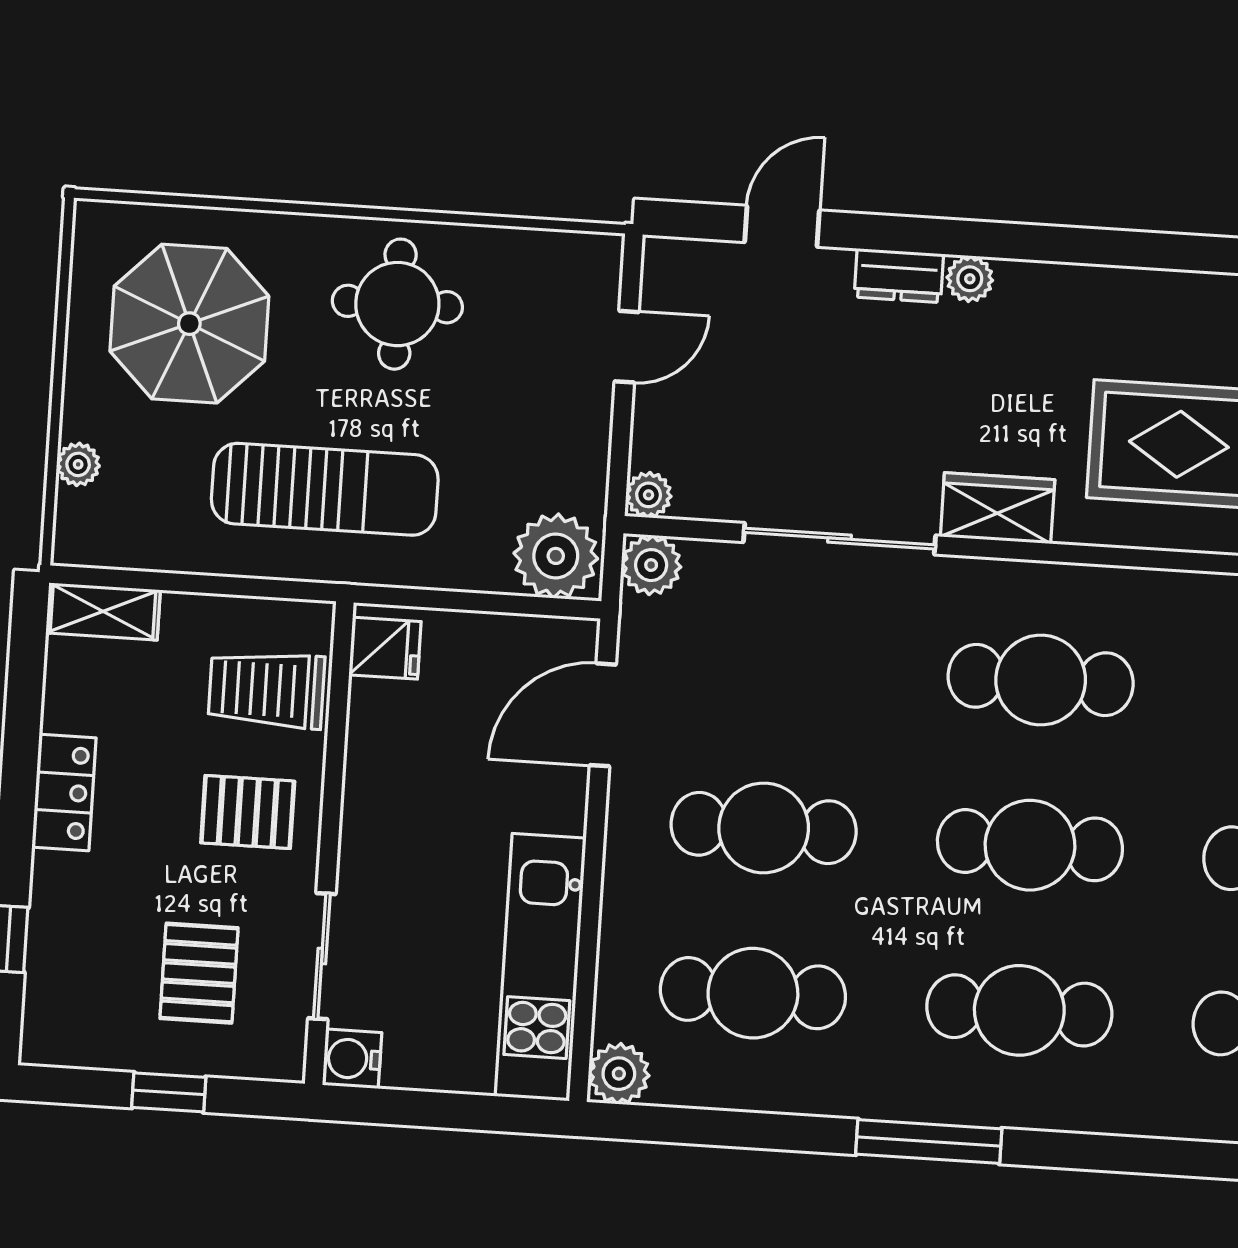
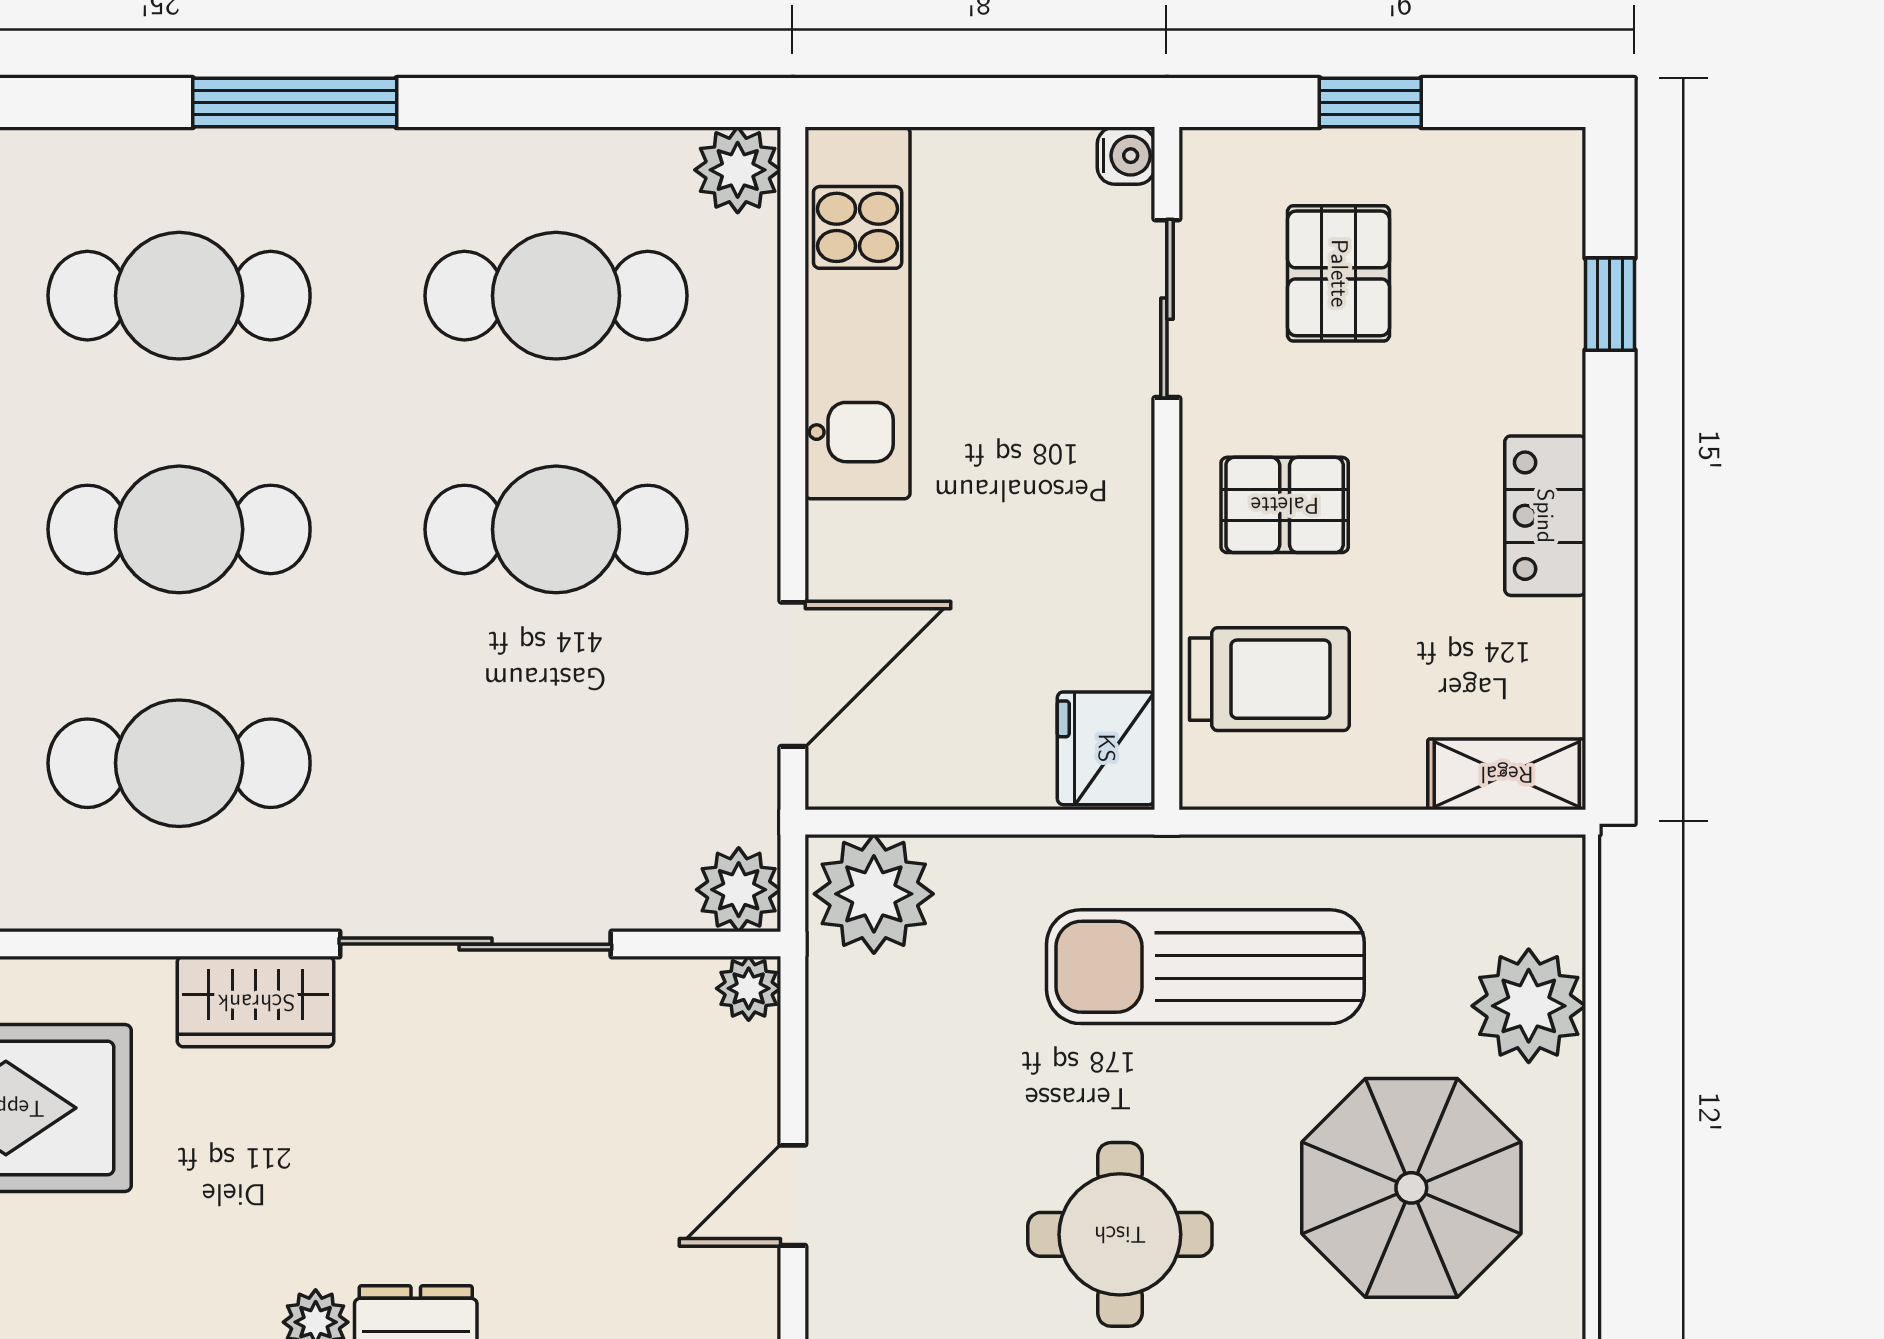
plant: (78, 464) -> (1529, 1006), width x1.87, depth x1.87
fridge: (385, 648) -> (1106, 748), width x1.38
water cooler: (352, 1059) -> (1126, 156), width x0.72, depth x0.72

